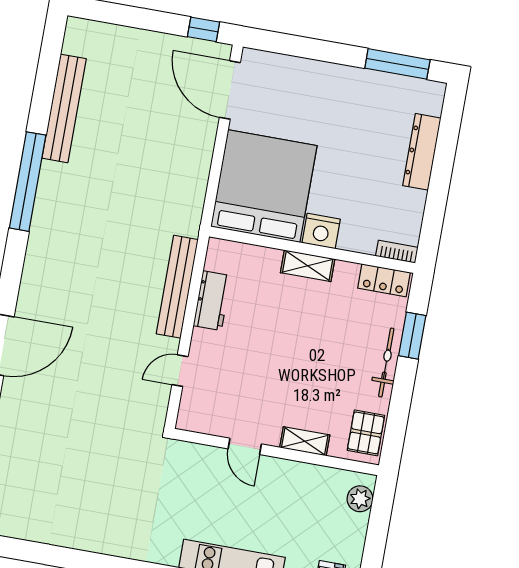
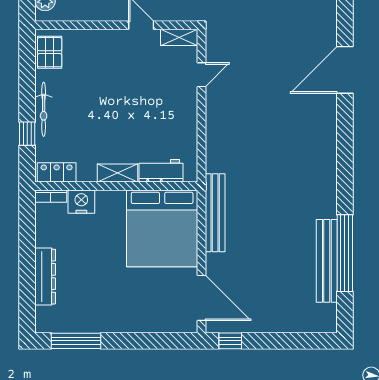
window: (28, 182) -> (345, 253), moved
nightstand: (321, 231) -> (81, 202), moved
bench: (177, 287) -> (215, 213), moved
workbench: (212, 301) -> (161, 171), moved, turned 90
window: (412, 336) -> (27, 134), width x0.67
shelving: (305, 441) -> (179, 37), moved

